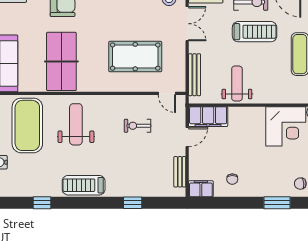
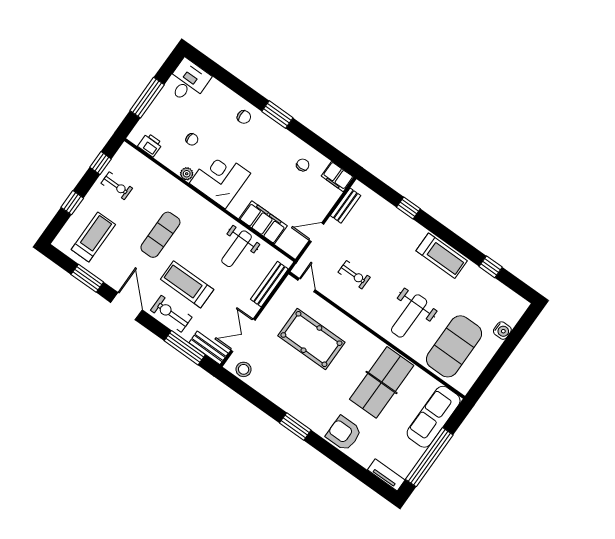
filing cabinet: (208, 117) -> (263, 222), moved

